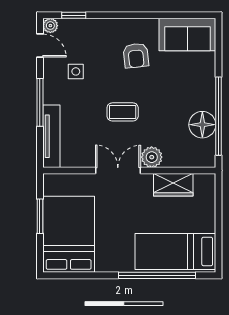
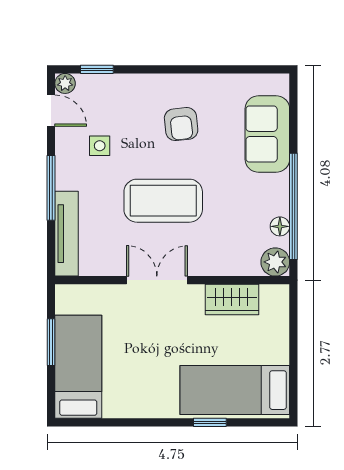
sofa: (187, 34) -> (267, 134), moved, turned 90
coffee table: (123, 112) -> (163, 201), width x1.86, depth x1.72
floor lamp: (202, 125) -> (280, 226), width x0.53, depth x0.53
plant: (152, 157) -> (275, 262), moved
bed: (69, 234) -> (78, 367), width x0.67
window: (157, 275) -> (210, 422), width x0.32

